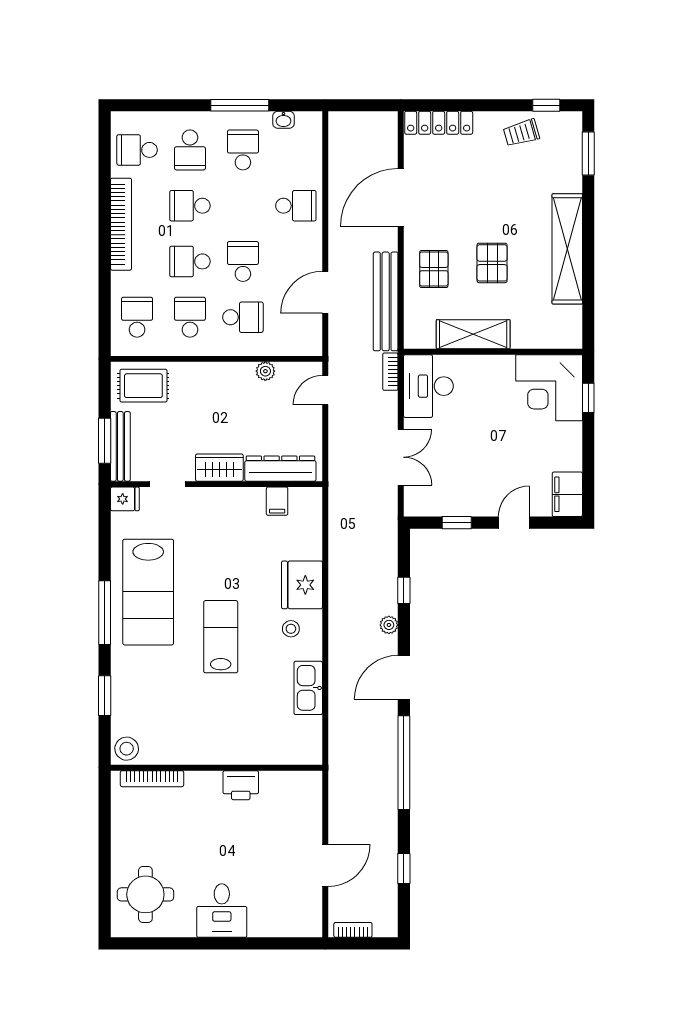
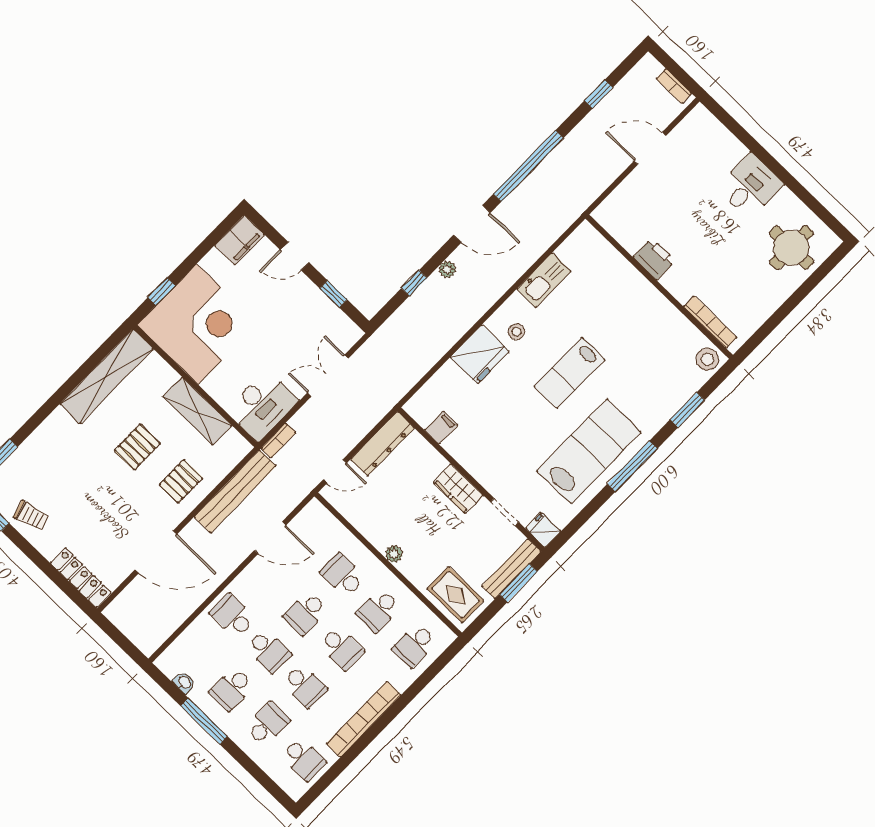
school desk: (243, 206) -> (269, 651), added
shelving: (567, 249) -> (107, 376), moved
plant: (265, 371) -> (394, 554), moved
corner desk: (549, 388) -> (197, 324), width x1.36, depth x1.36
dresser: (280, 469) -> (382, 444), moved, turned -90

